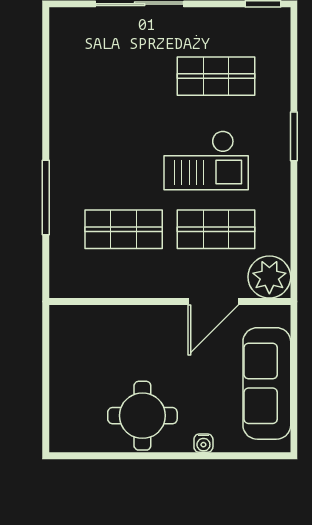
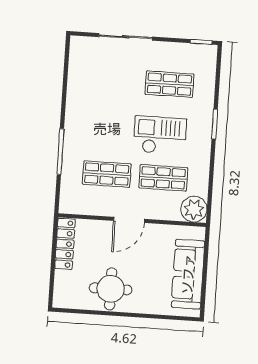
checkout: (206, 160) -> (160, 135), turned 180
door: (213, 301) -> (129, 220), moved
locker: (63, 347) -> (65, 244), added
water cooler: (203, 443) -> (147, 308), removed

